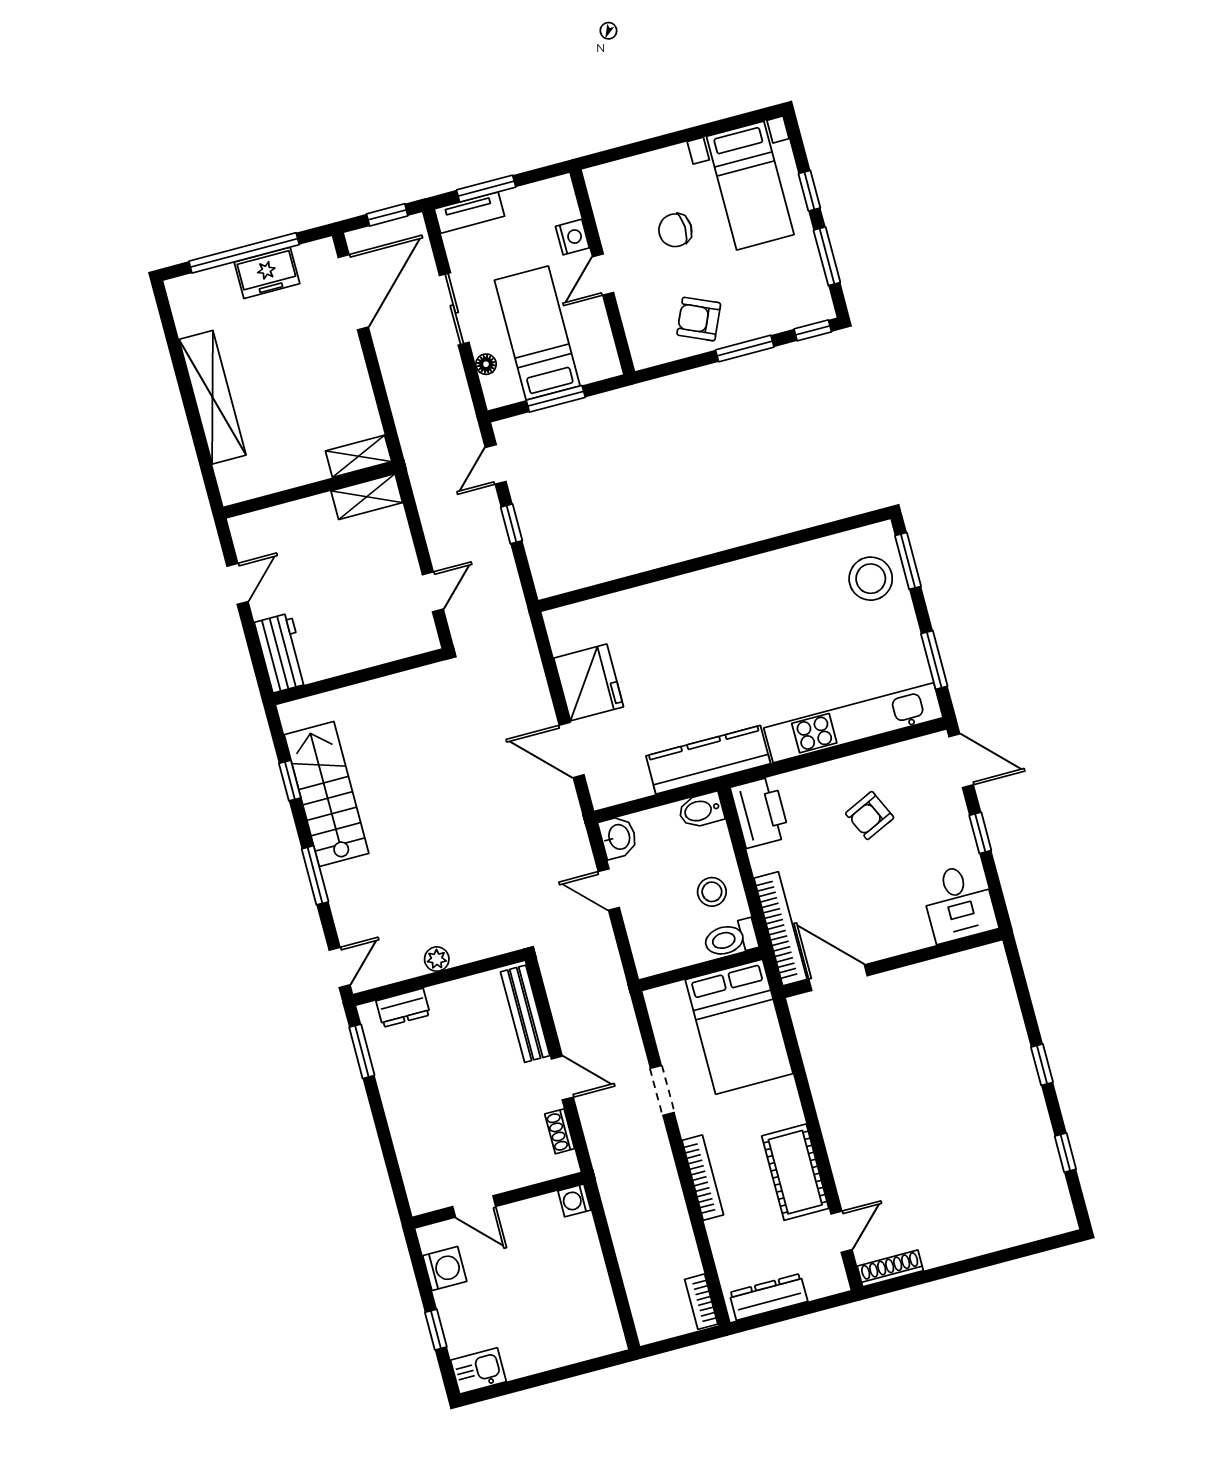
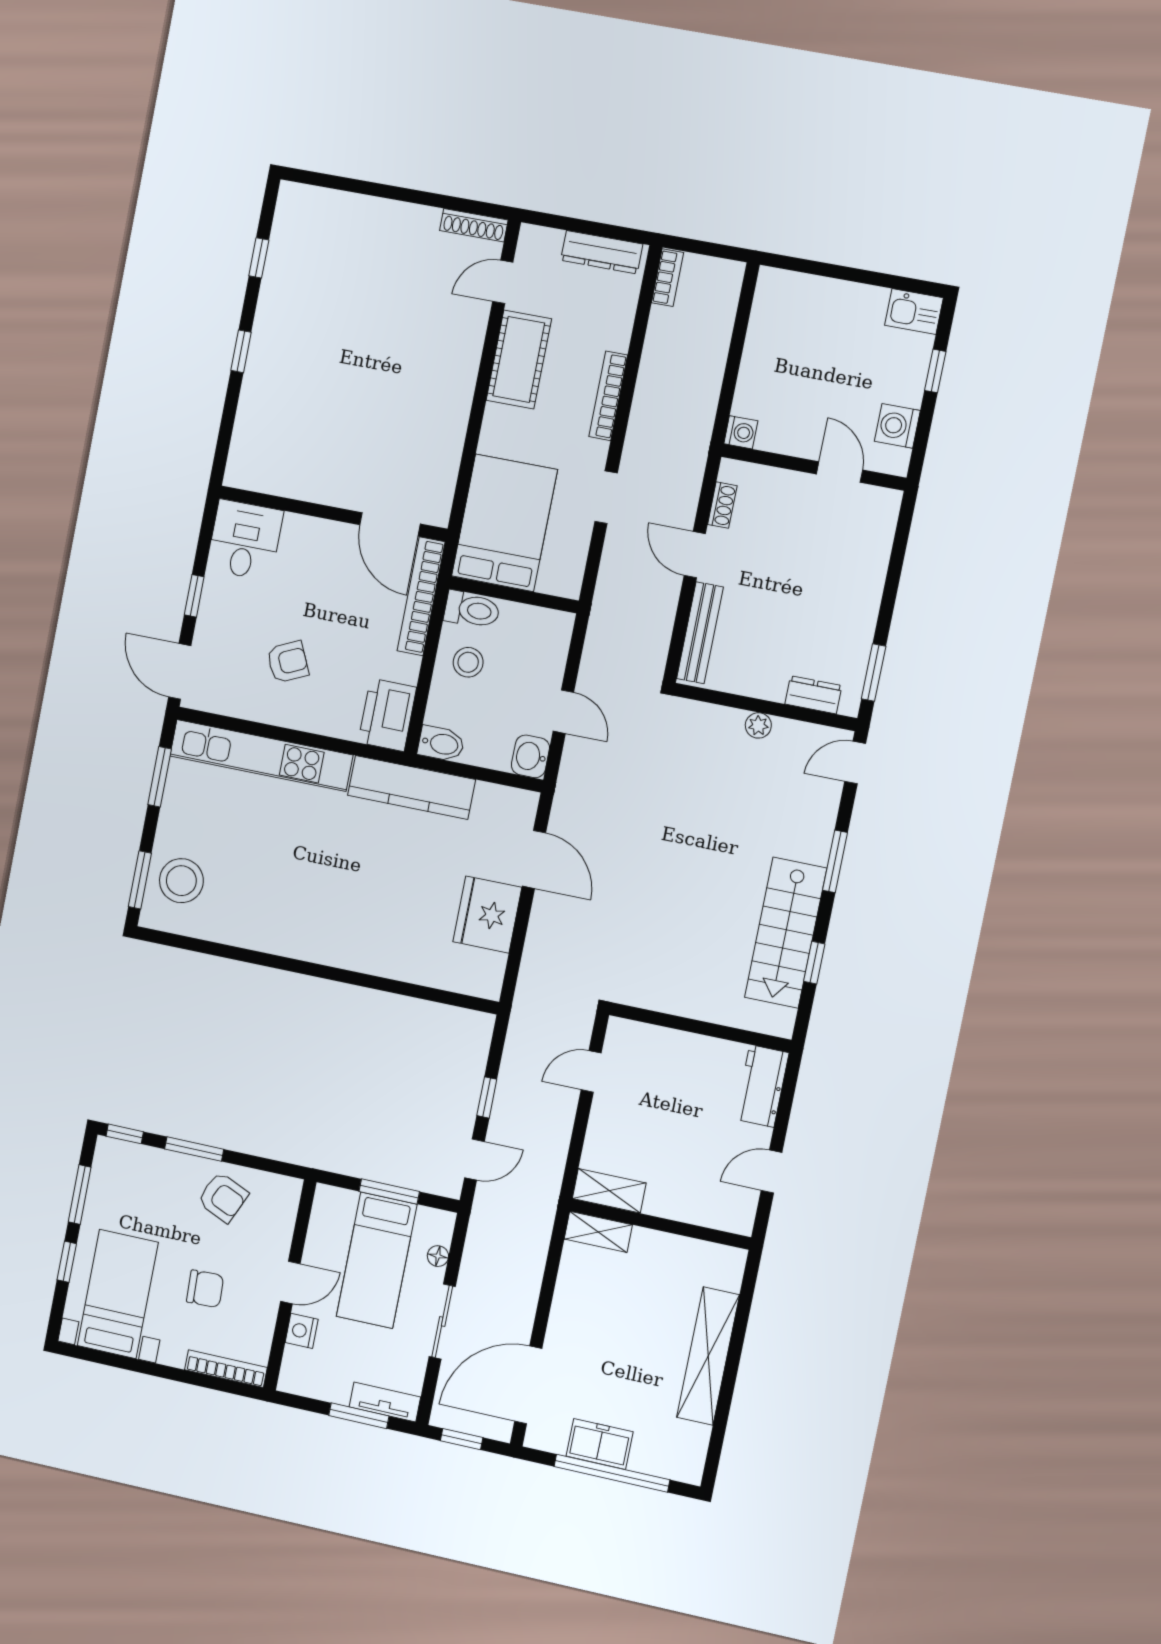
bookcase: (622, 169) -> (226, 1369), added

